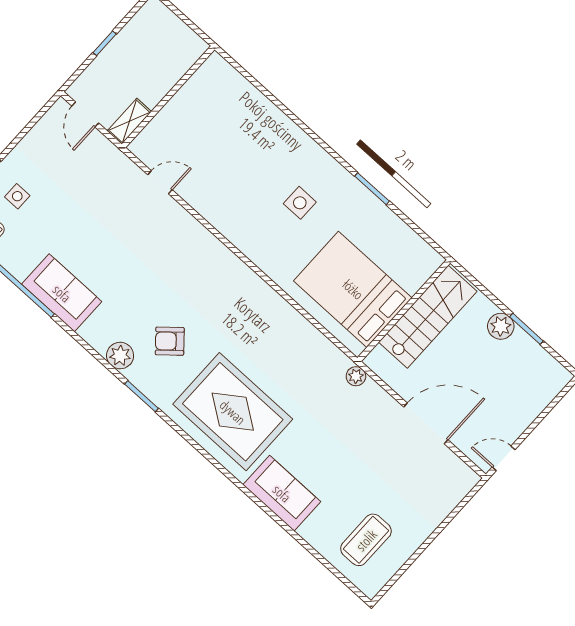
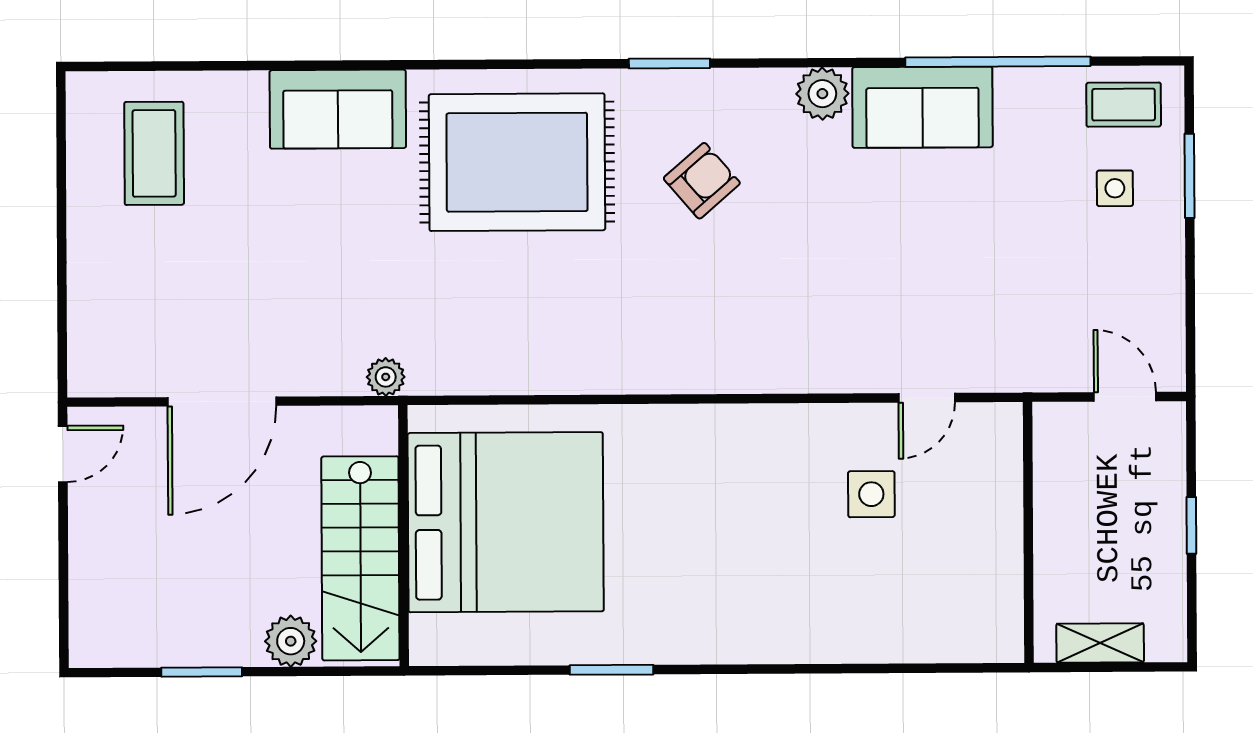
shelving: (129, 121) -> (1100, 643), moved, turned 90
side table: (300, 203) -> (871, 494), moved
bed: (353, 289) -> (506, 522), width x1.36
plant: (501, 326) -> (291, 641), moved
plant: (120, 356) -> (822, 94), moved

